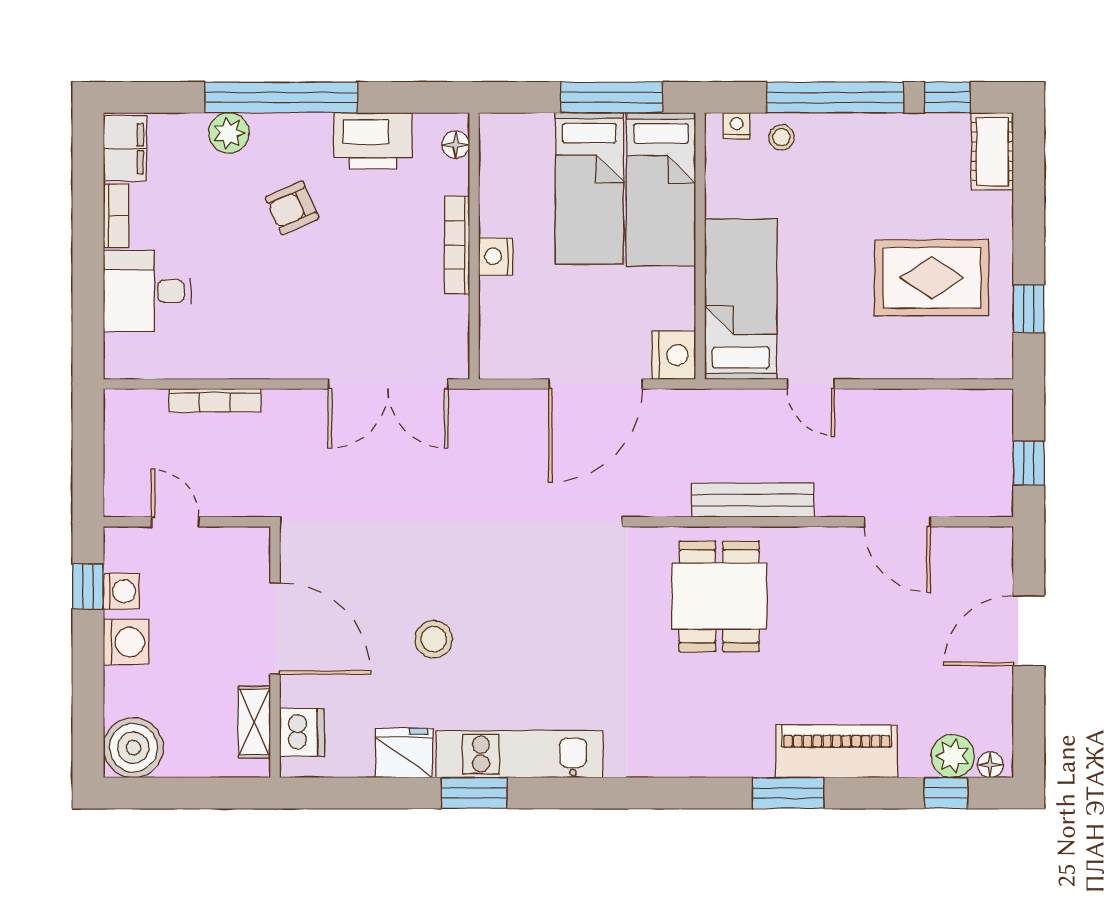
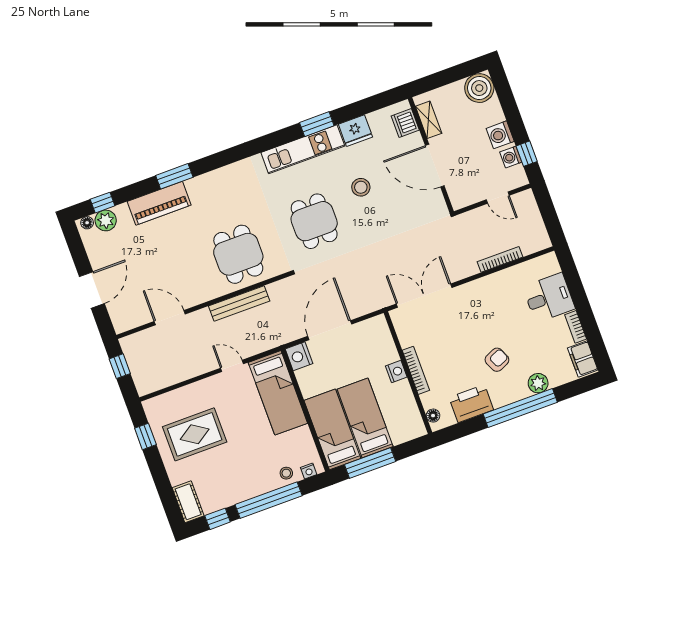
dining table: (549, 607) -> (314, 221), added

